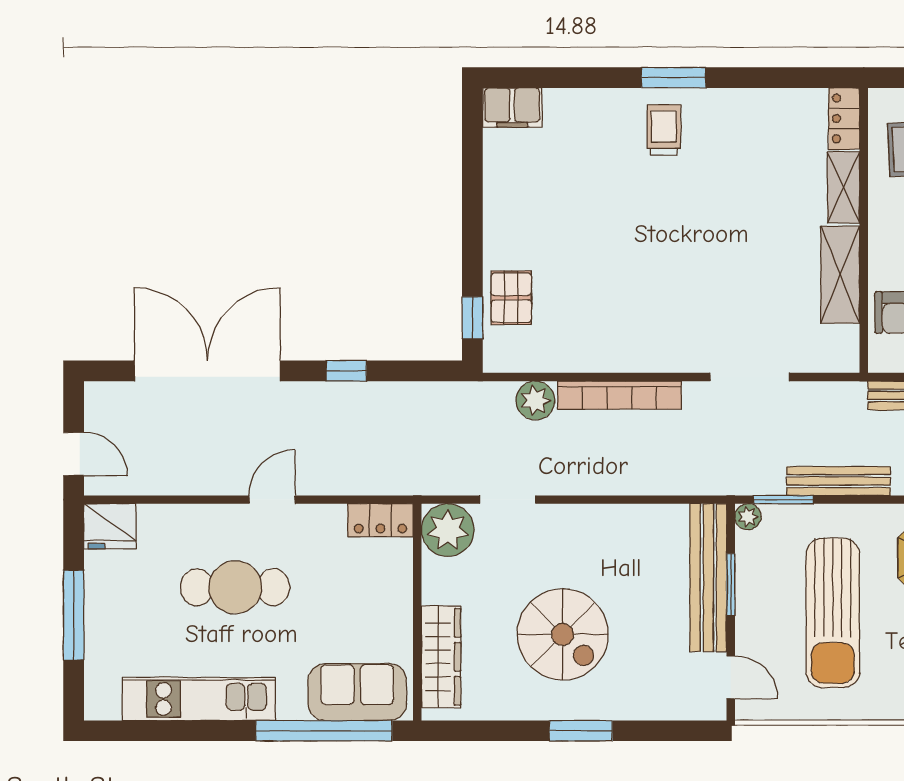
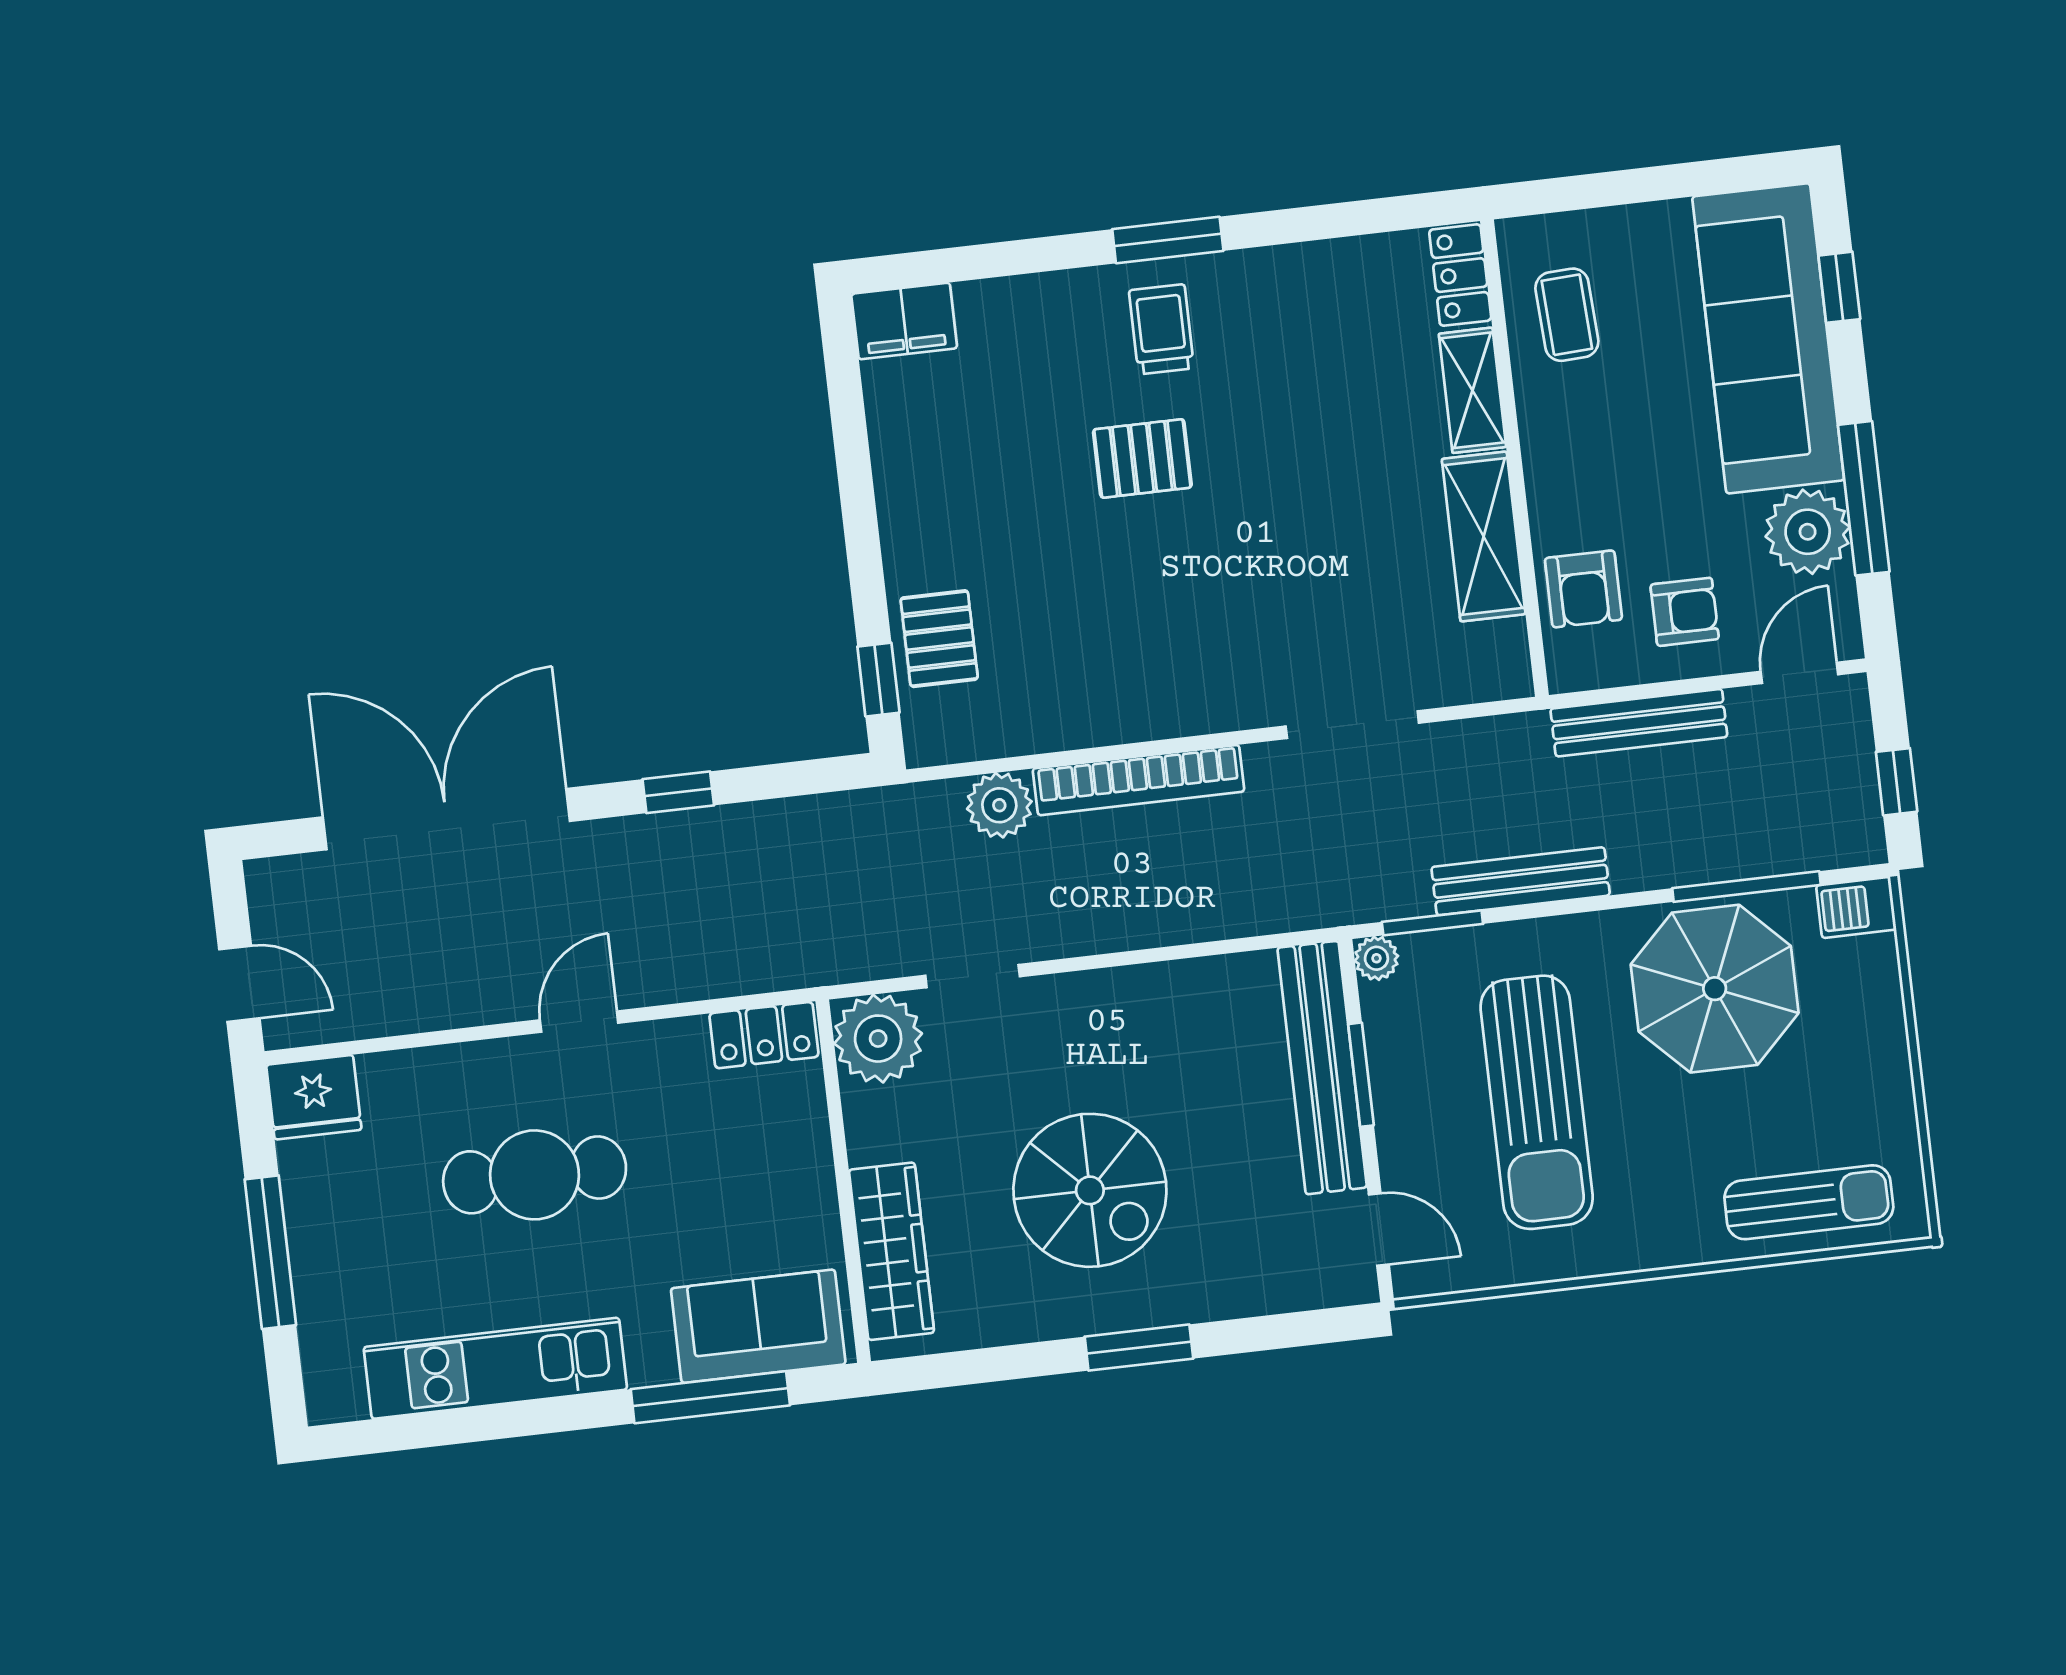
pallet: (644, 205) -> (1142, 458), added
window: (324, 731) -> (710, 1397), width x0.68

